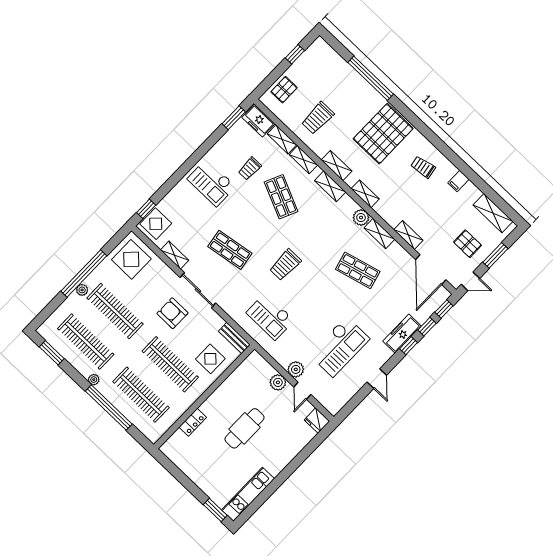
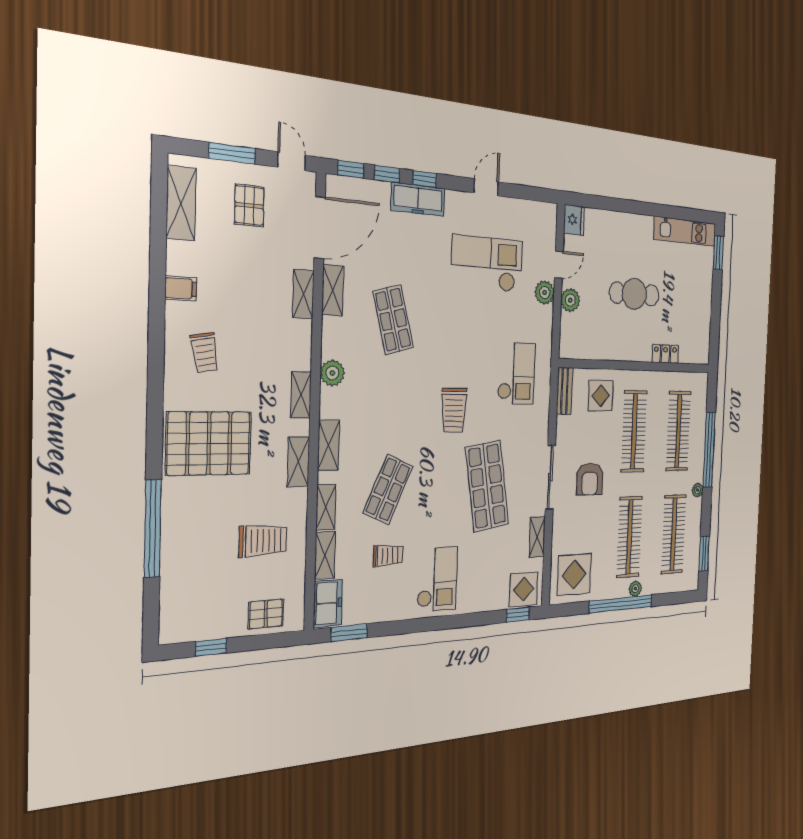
shelving: (379, 233) -> (333, 290), moved
shop shelf: (230, 250) -> (487, 486), width x1.43, depth x1.36
trolley: (285, 265) -> (454, 410), turned 90

